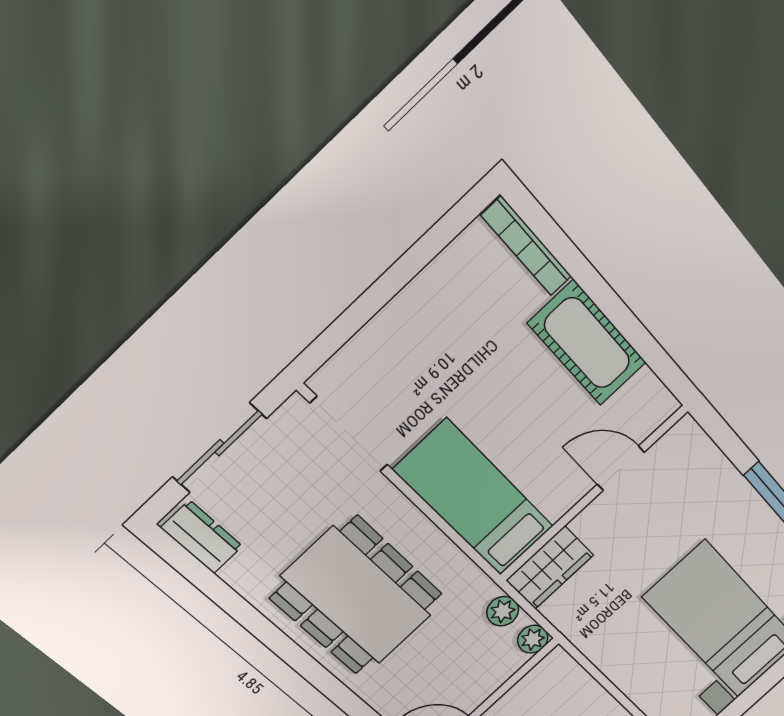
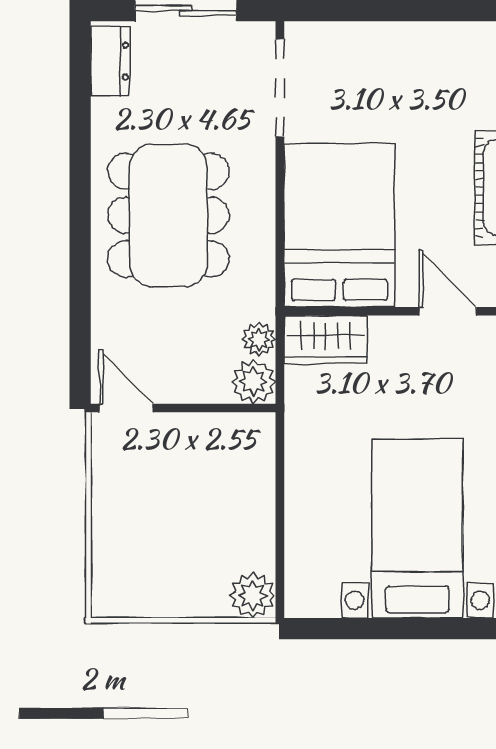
bed: (474, 498) -> (339, 225), width x1.50
plant: (533, 639) -> (253, 382), width x1.38, depth x1.38

